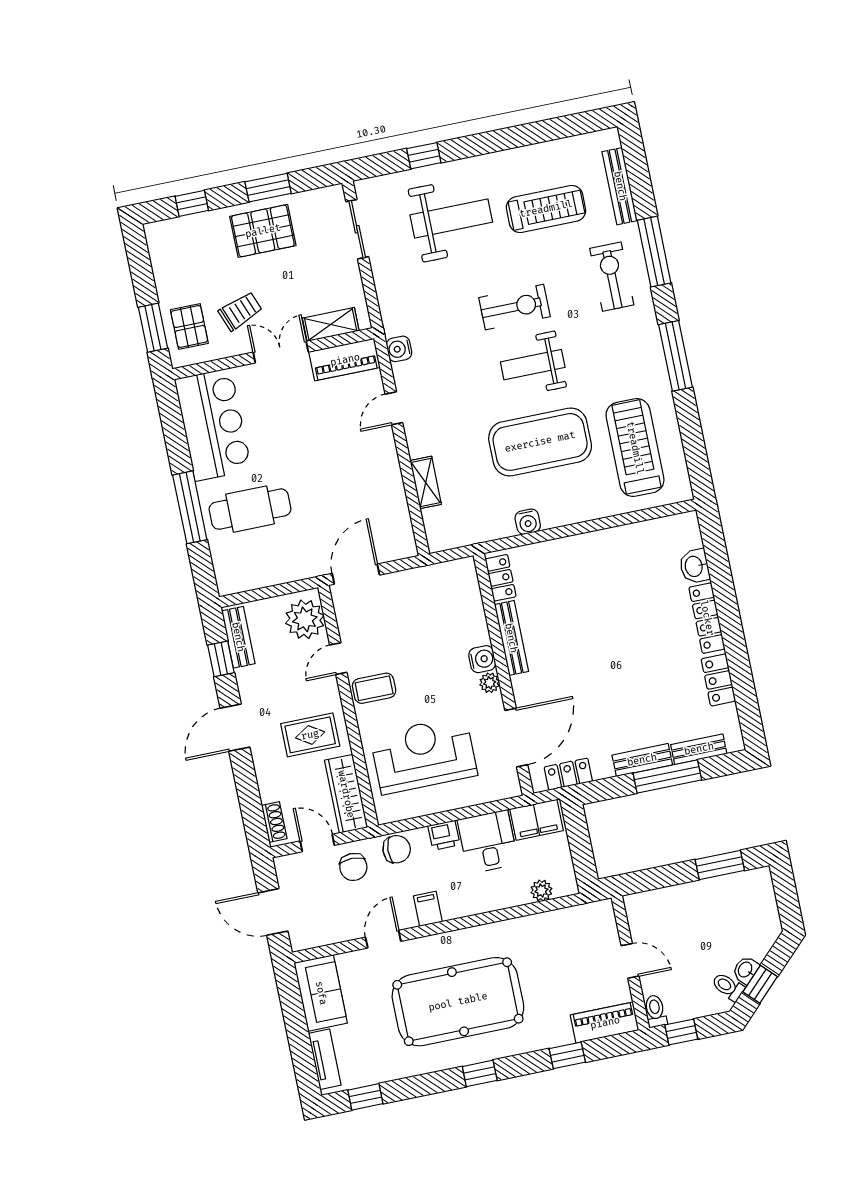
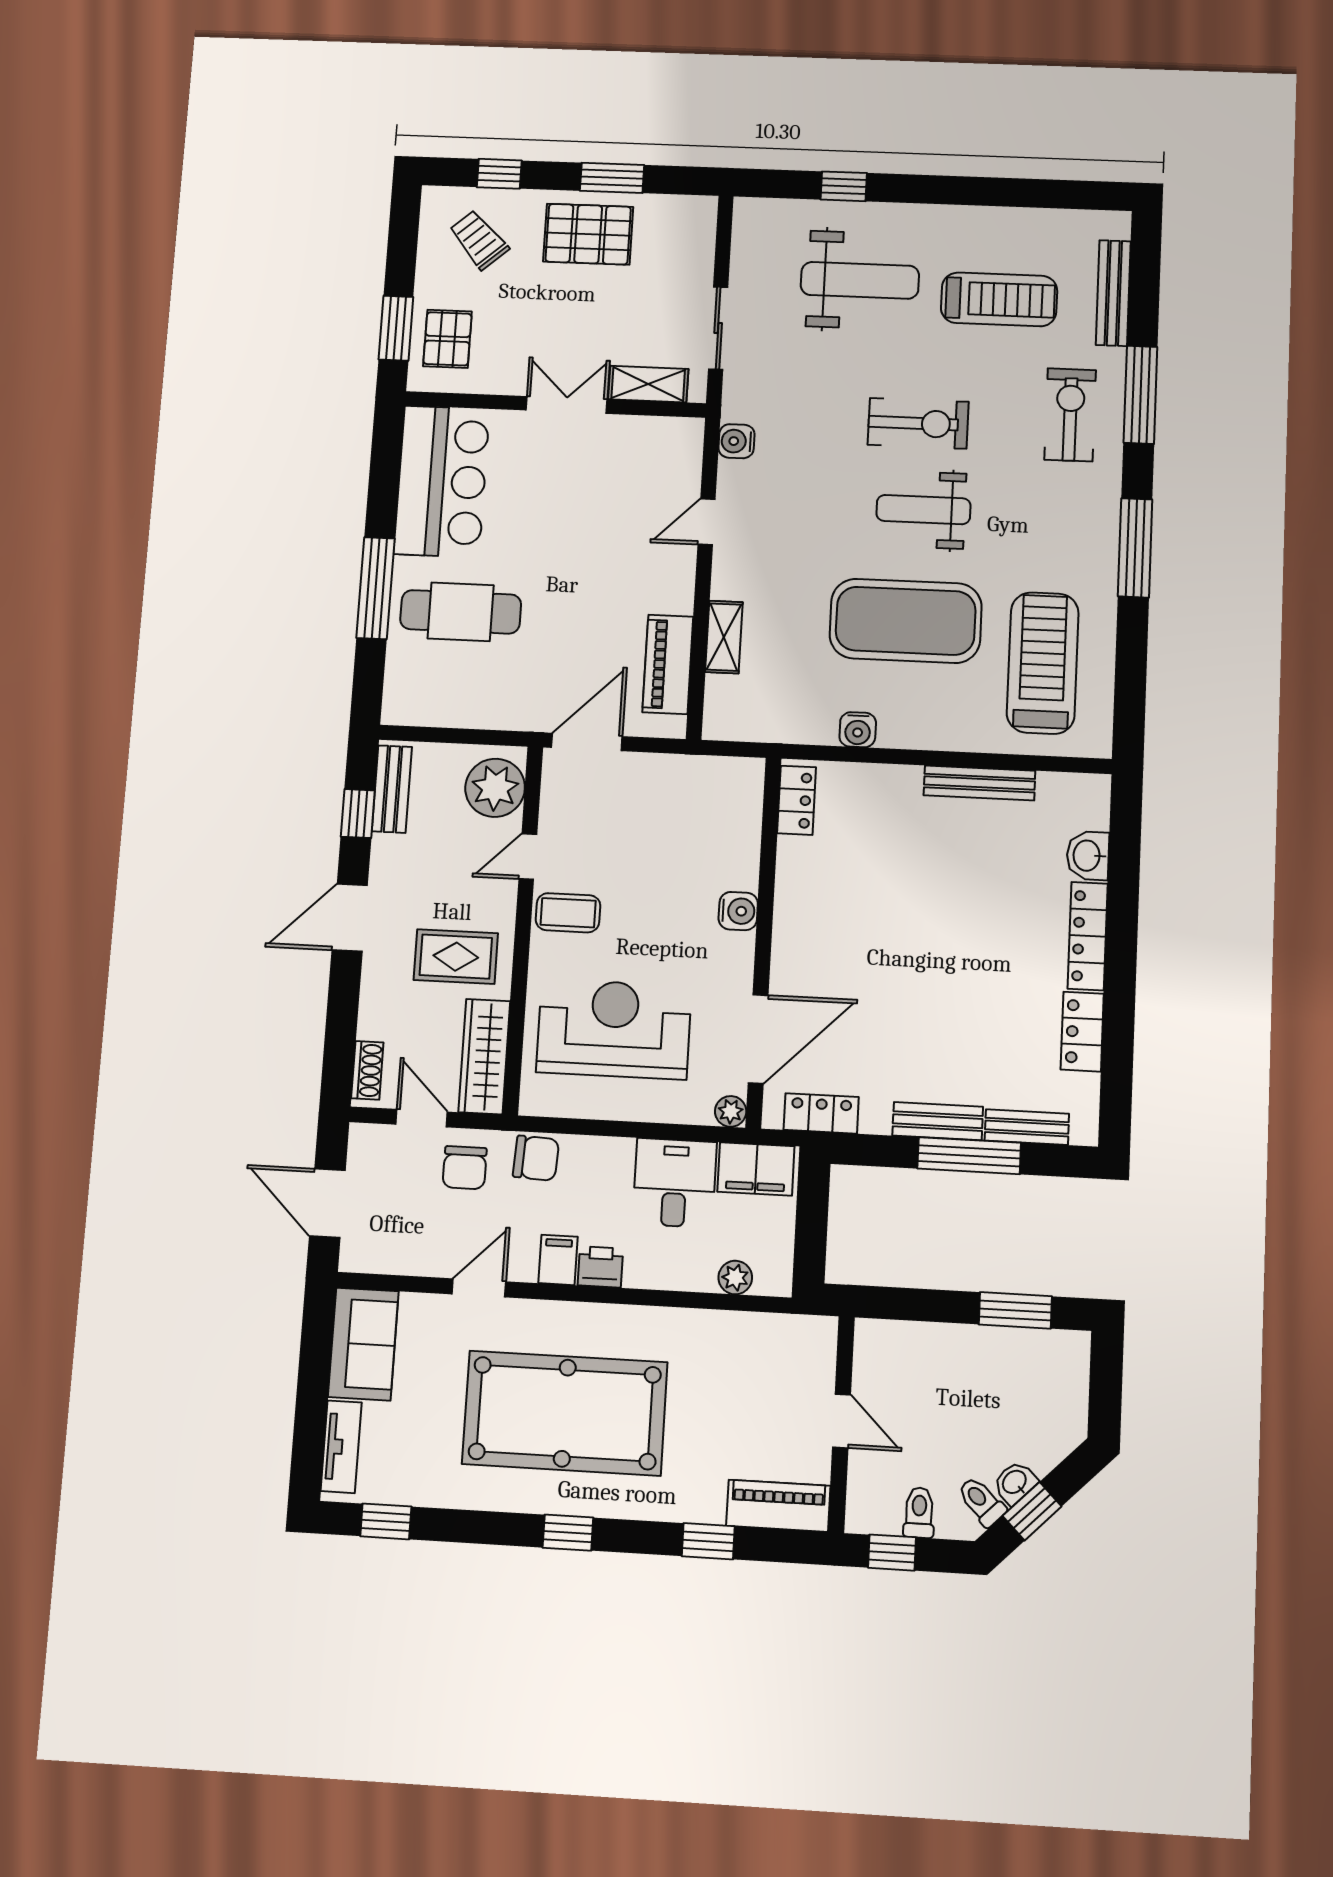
sliding door: (357, 229) -> (718, 328), moved
trolley: (240, 311) -> (479, 240), moved, turned -111
piano: (345, 360) -> (668, 664), moved, turned 90
bench: (511, 638) -> (979, 783), moved, turned 90
plant: (490, 683) -> (731, 1111), moved
printer: (444, 835) -> (600, 1267), moved, turned 180
toilet: (655, 1011) -> (919, 1513), moved

